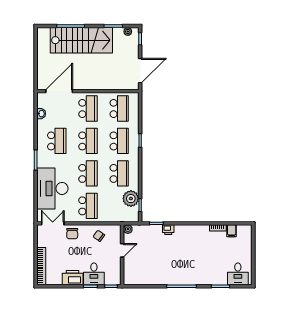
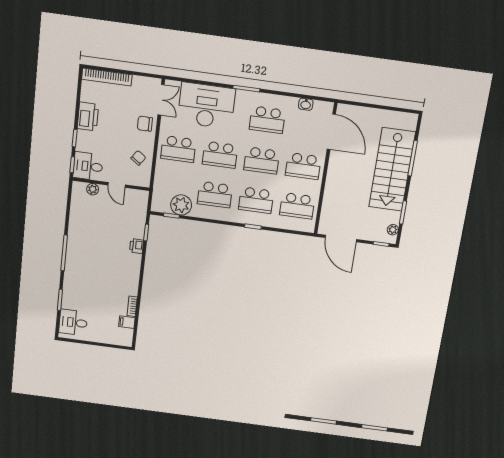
plant: (128, 229) -> (93, 189), moved
desk: (94, 274) -> (88, 166), moved

